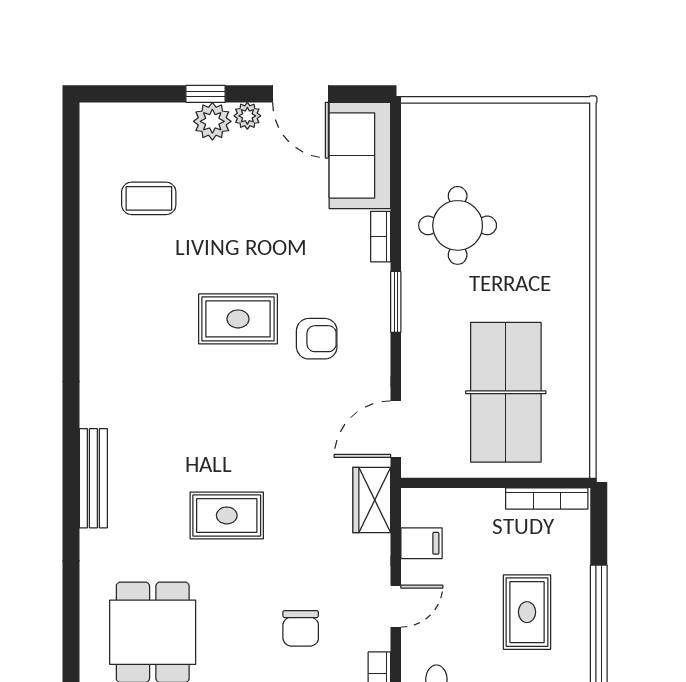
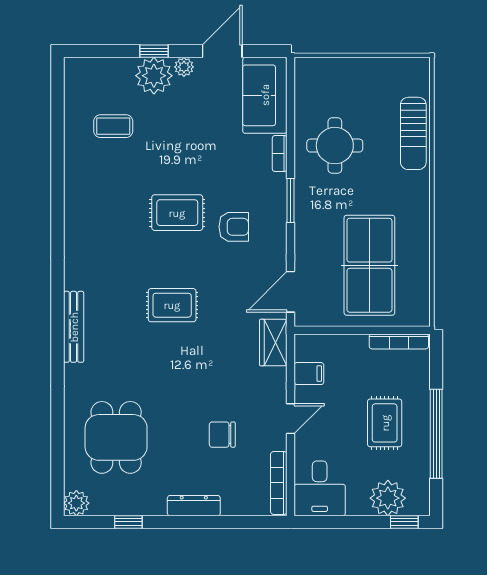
door: (300, 94) -> (222, 51), swing flipped
plant: (212, 121) -> (154, 76), width x1.36, depth x1.36
sun lounger: (567, 209) -> (413, 133), added
rug: (227, 515) -> (172, 305), moved
chair: (301, 628) -> (222, 435), turned 90

